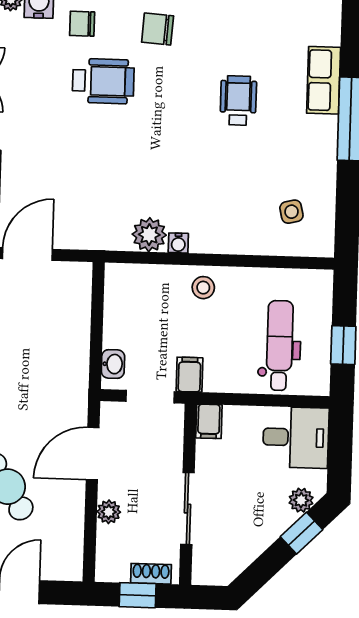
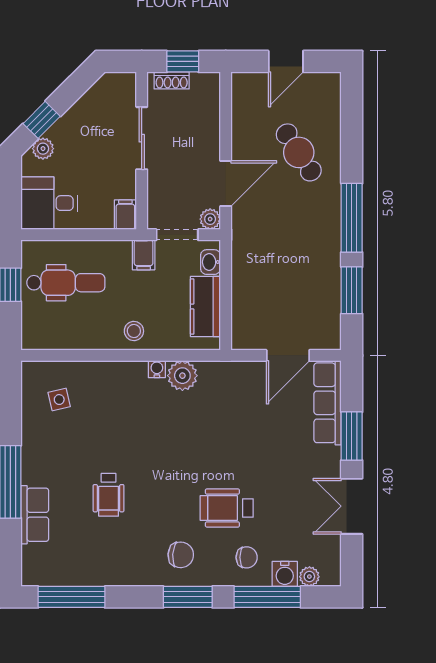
kitchen counter: (120, 313) -> (205, 306), added
dental chair: (280, 345) -> (66, 283), turned -90
plant: (109, 512) -> (210, 219), moved

